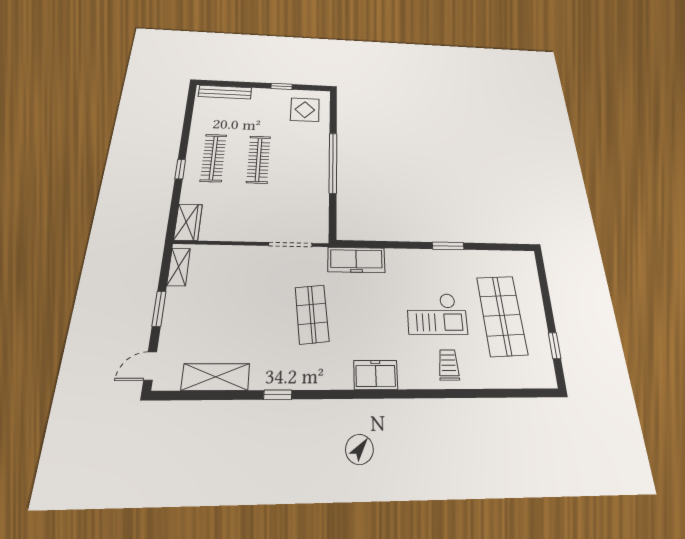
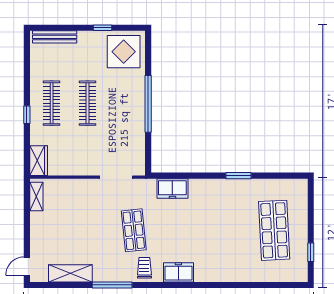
display table: (305, 110) -> (124, 52), width x1.36, depth x1.36
freezer: (356, 260) -> (172, 188), width x0.71
window: (159, 309) -> (27, 227), removed
checkout: (437, 314) -> (225, 229), removed
trolley: (449, 365) -> (144, 268), moved
window: (278, 395) -> (112, 285), width x2.17

